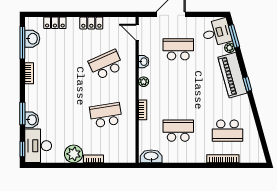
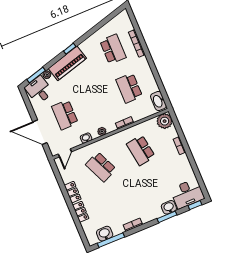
locker: (55, 23) -> (81, 212), moved
plant: (74, 154) -> (165, 121), moved

